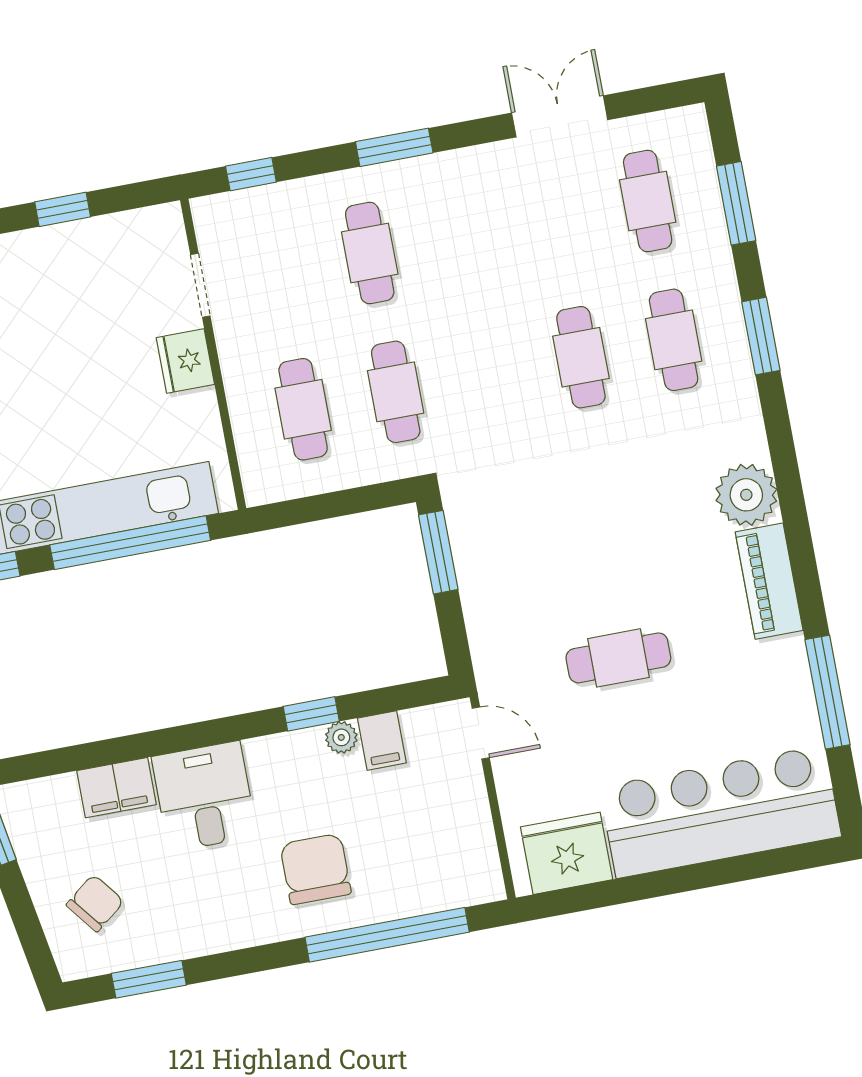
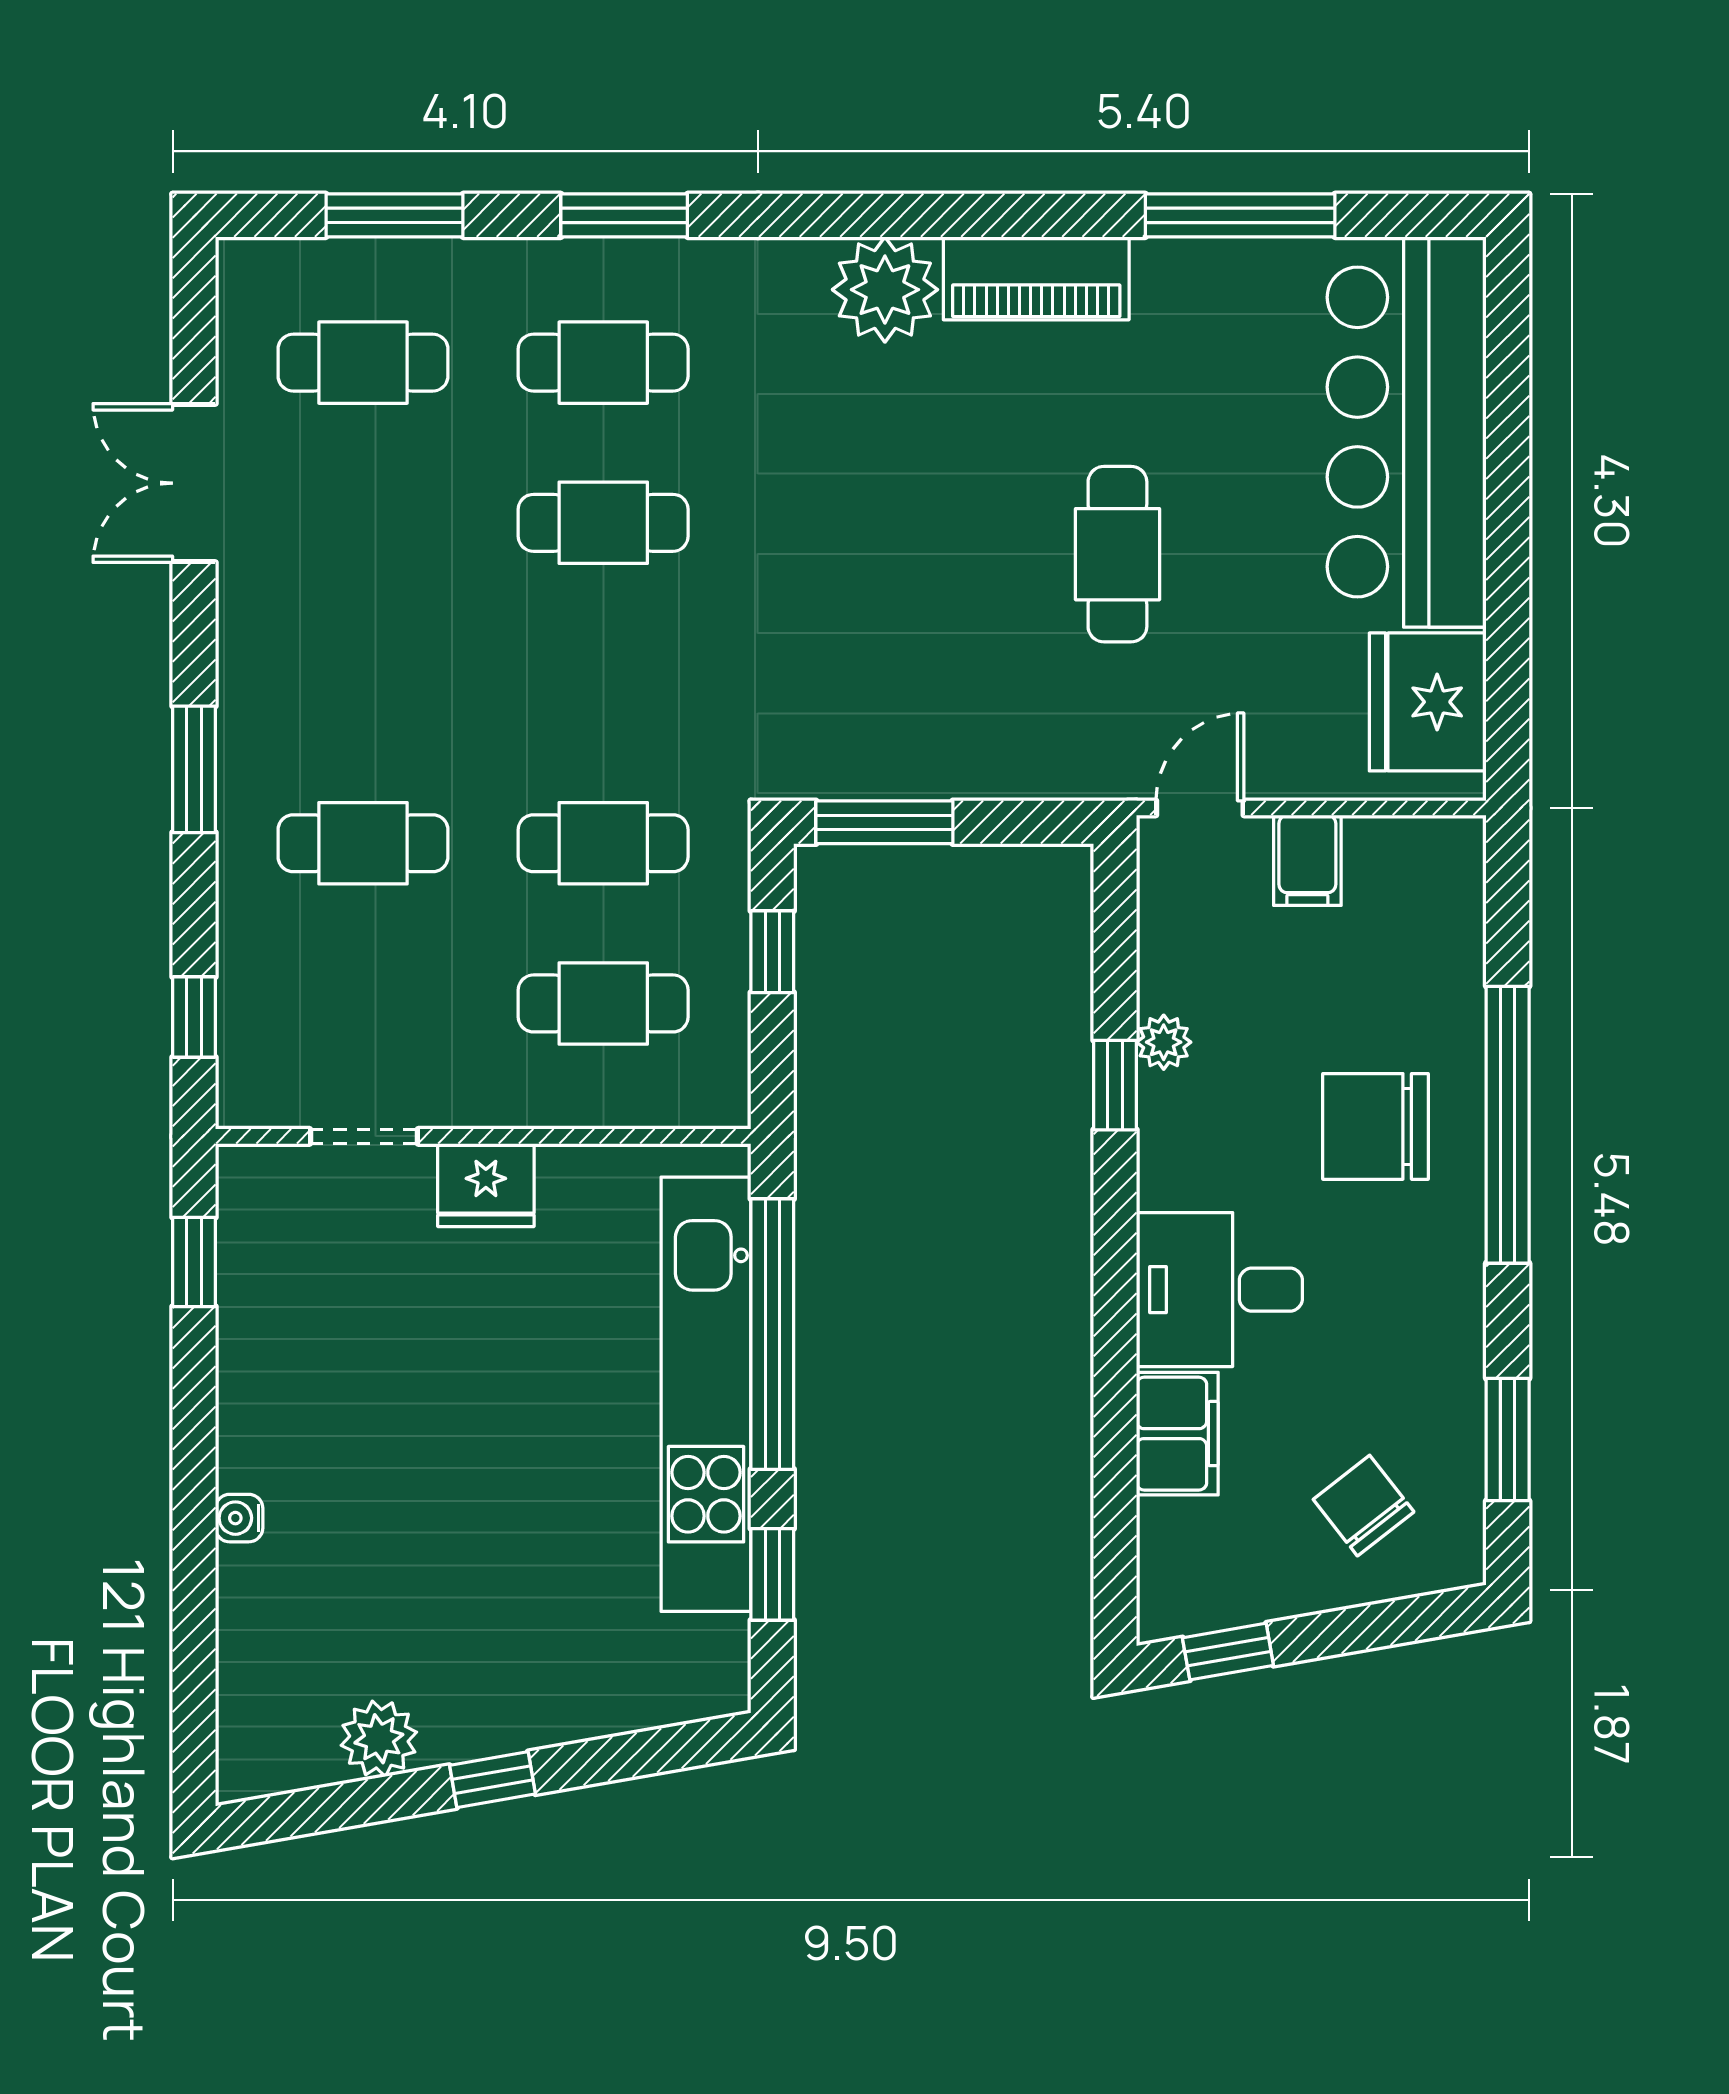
window: (63, 209) -> (194, 1262), moved
window: (351, 501) -> (772, 952), added
filing cabinet: (382, 741) -> (1307, 860), moved, turned 90
window: (387, 935) -> (1508, 1125), moved

